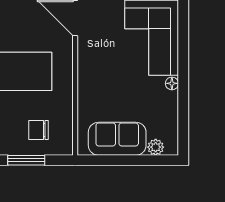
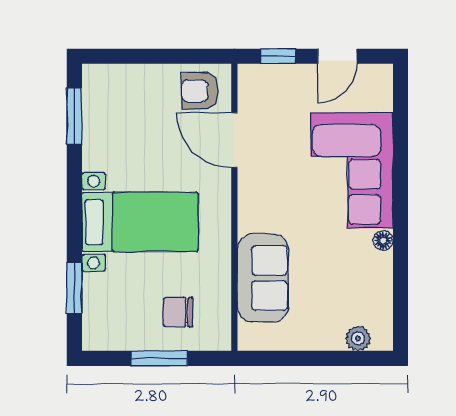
sofa: (117, 139) -> (263, 278), moved, turned 90

